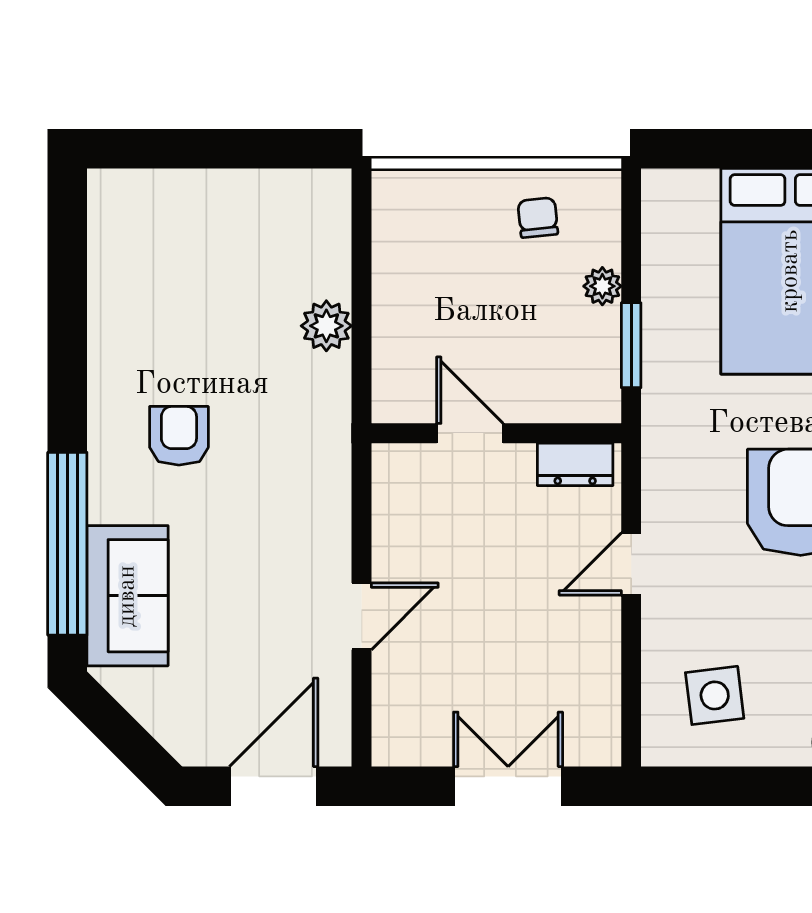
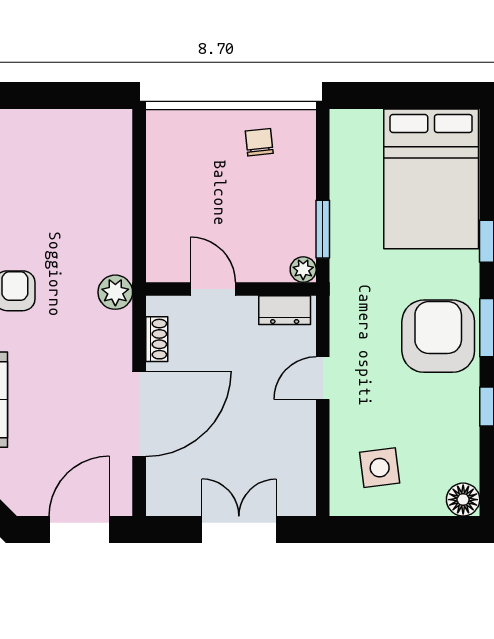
plant: (602, 286) -> (303, 270), moved
plant: (326, 326) -> (115, 292), moved
shoe rack: (387, 507) -> (157, 339), added
door: (361, 616) -> (139, 414), width x1.88

